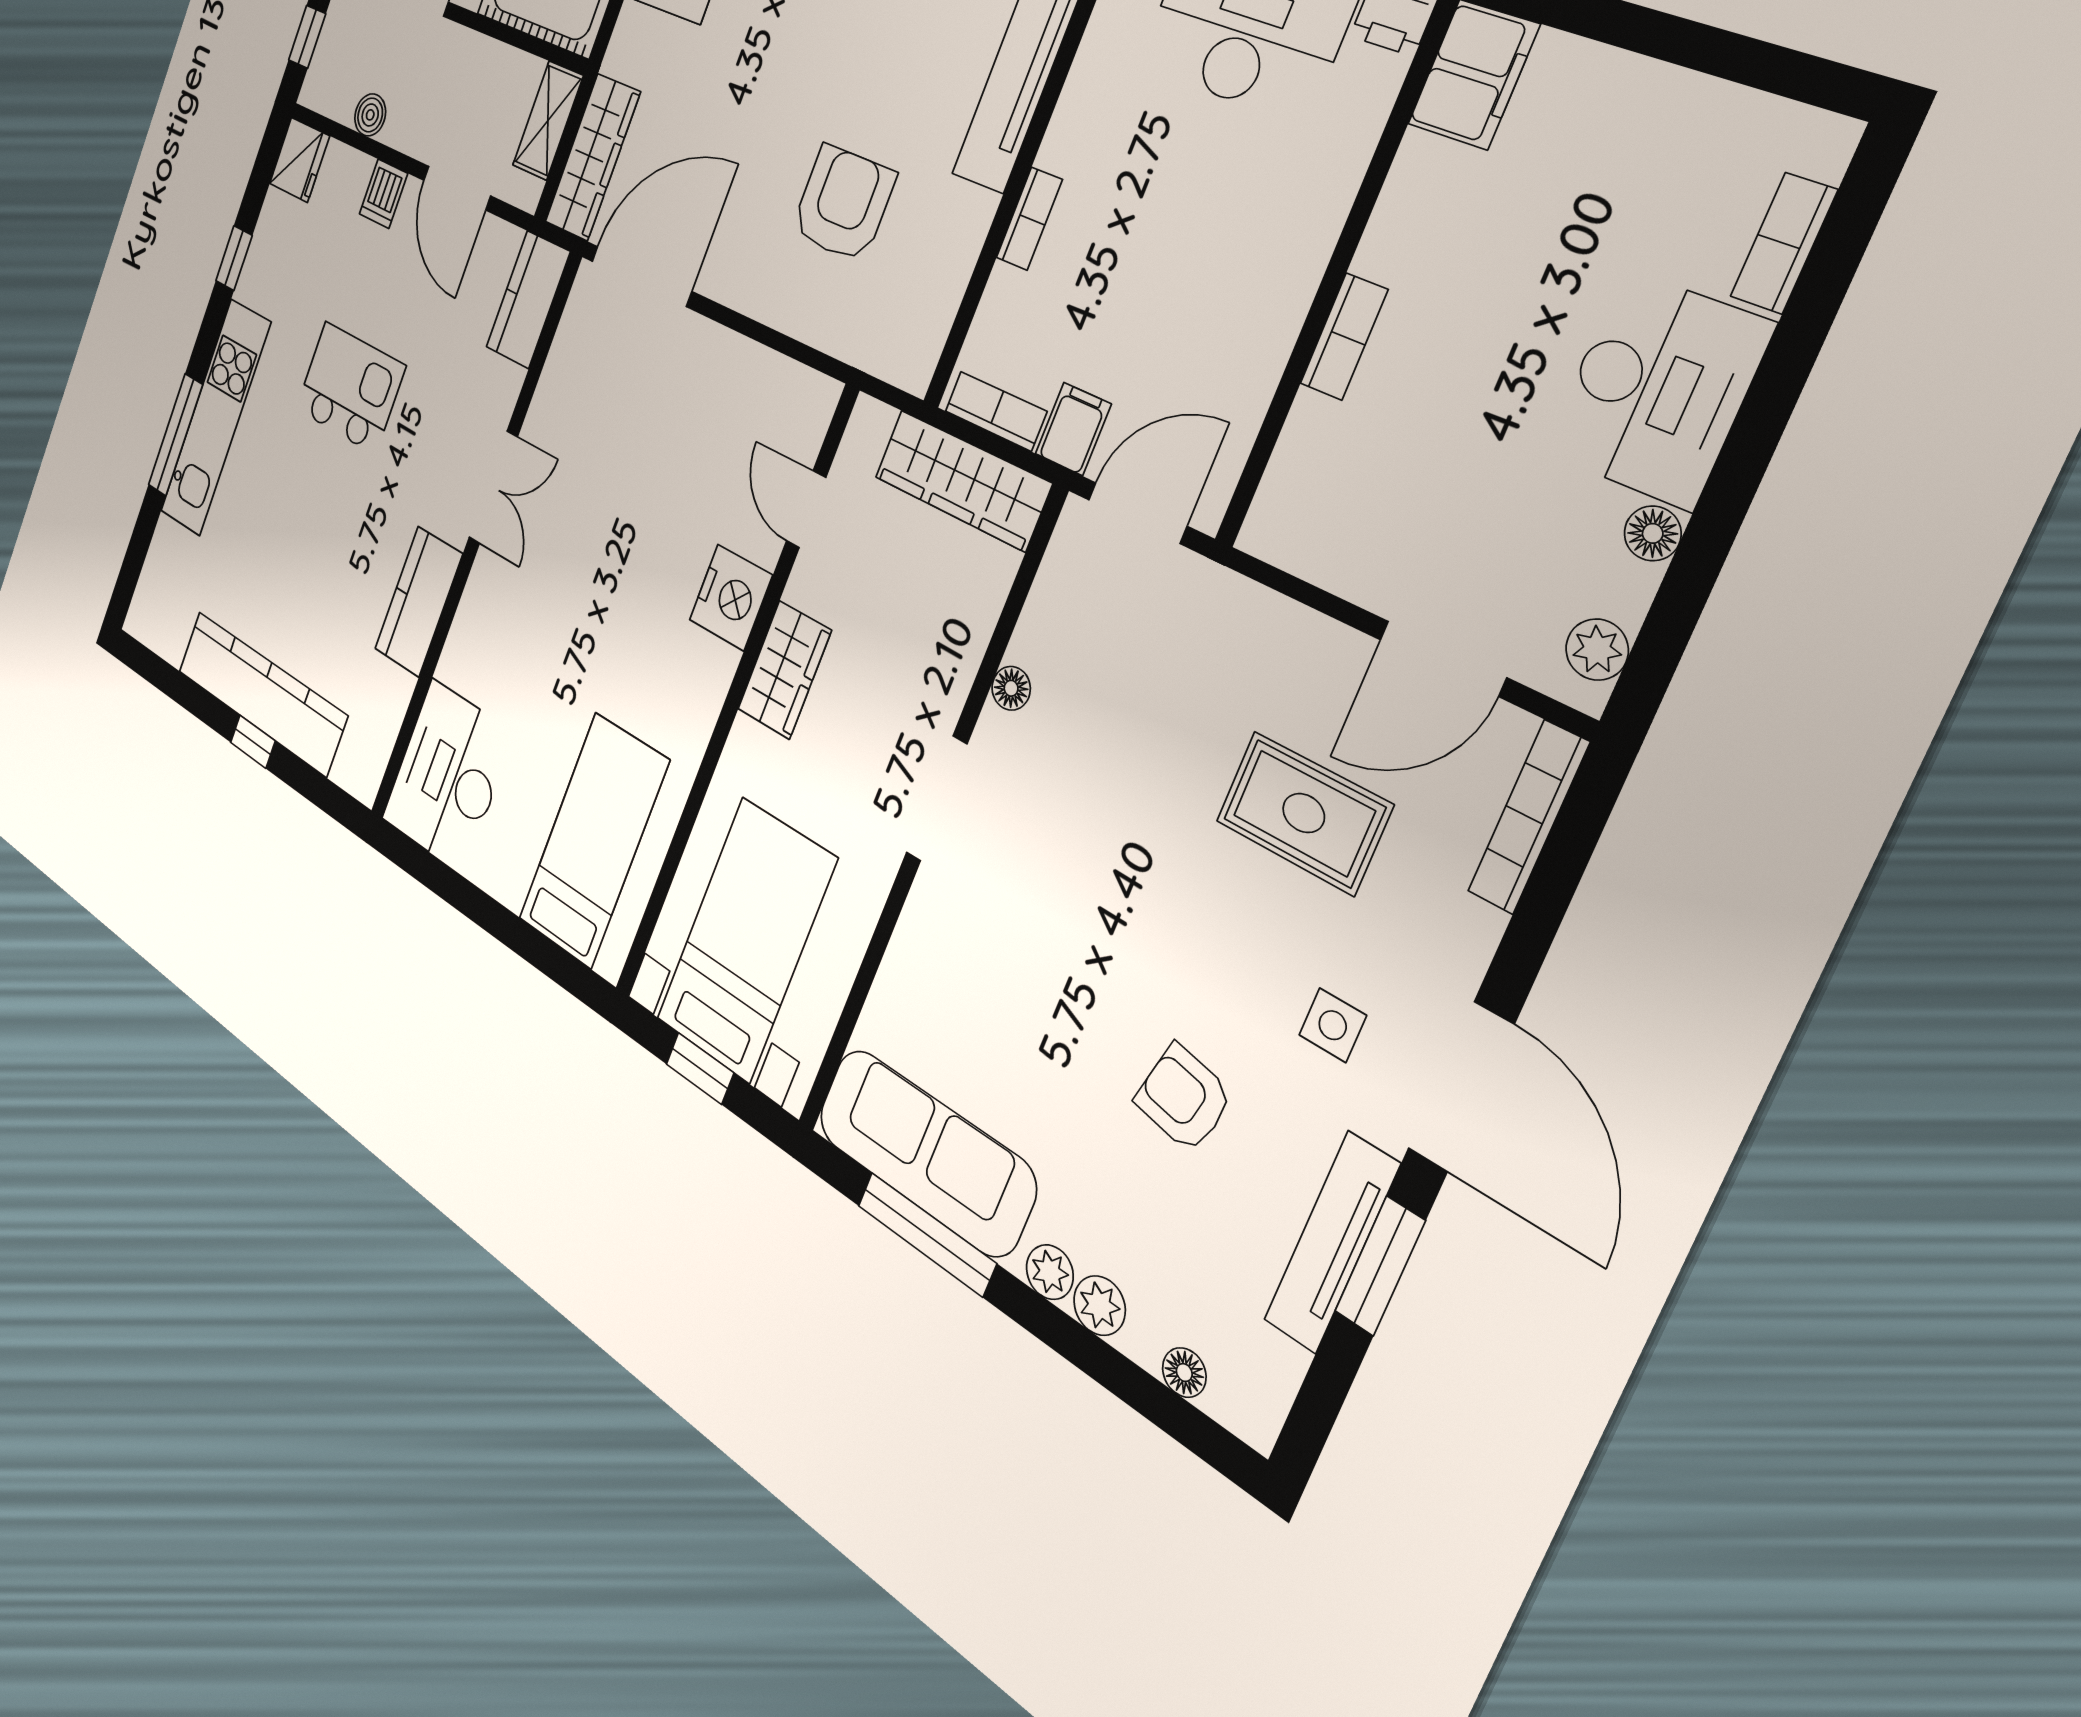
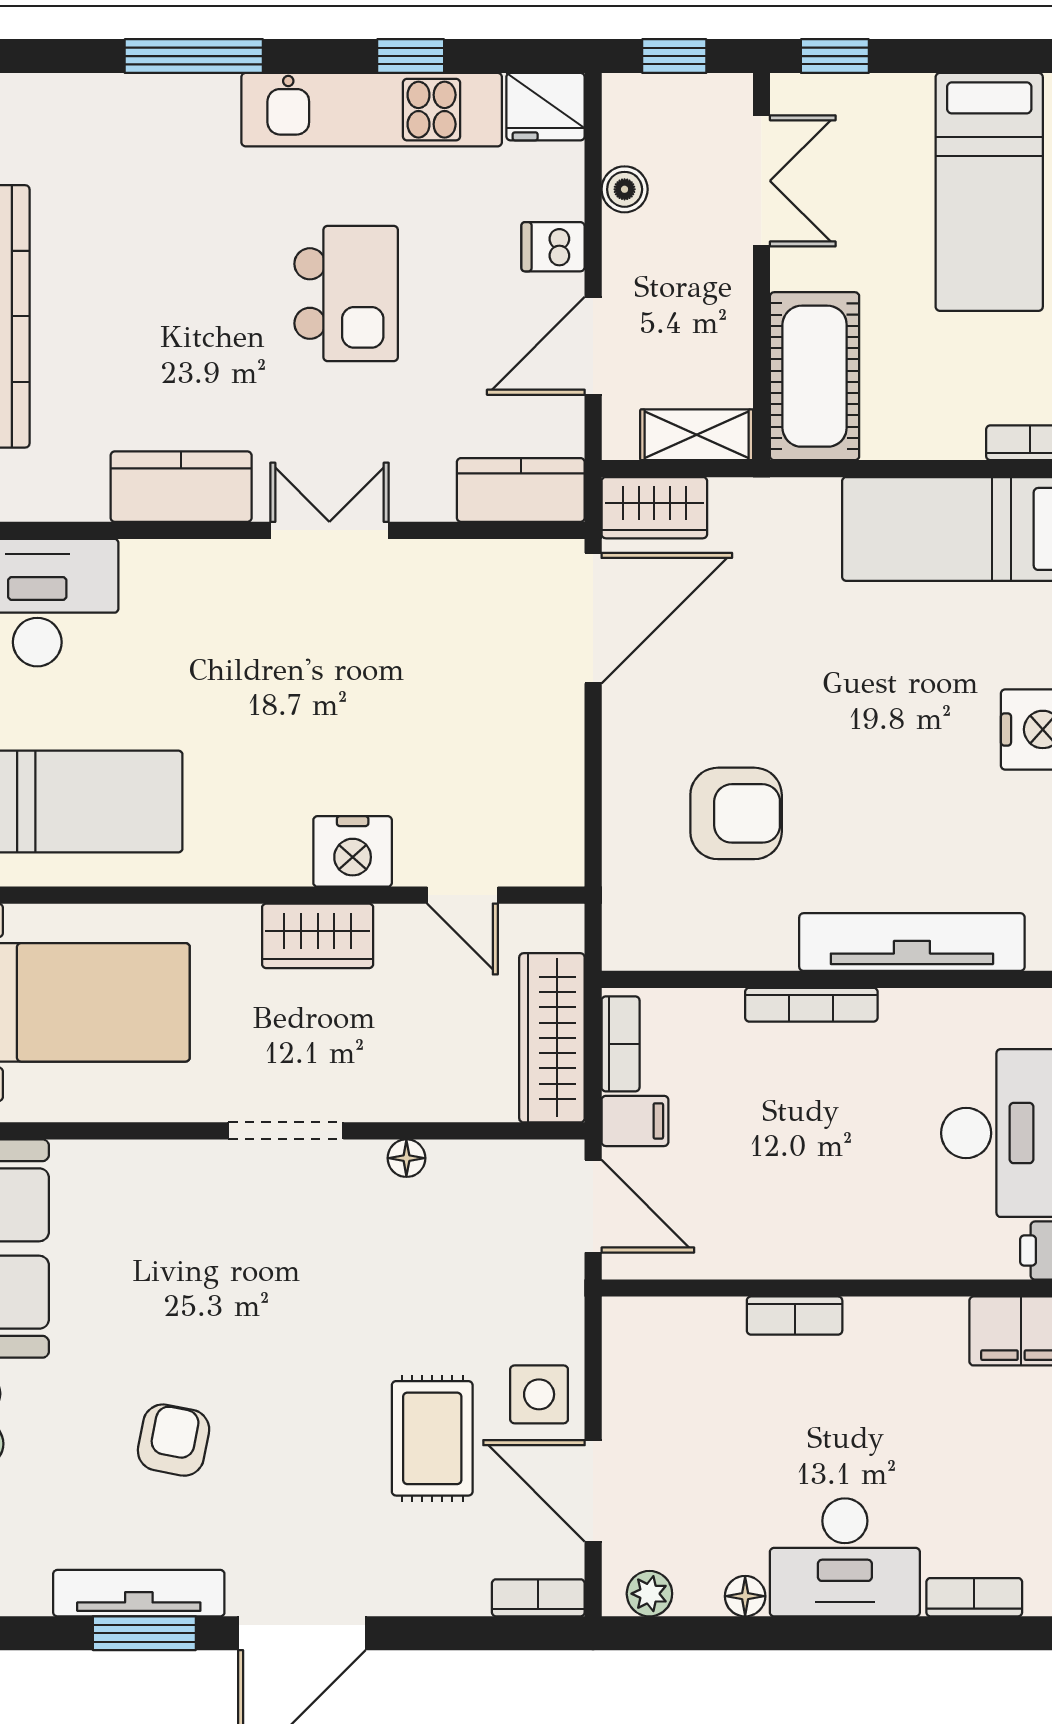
wardrobe: (593, 157) -> (654, 508), width x0.67
bookcase: (1029, 219) -> (811, 1005), width x1.56
door: (641, 276) -> (593, 618), hinge flipped
kitchen unit: (215, 418) -> (372, 110), moved
double door: (493, 487) -> (329, 530), swing flipped
door: (806, 509) -> (462, 895), swing flipped
bookcase: (1529, 817) -> (538, 1598), width x0.64
side table: (1333, 1025) -> (539, 1394), moved, width x1.37, depth x1.37

